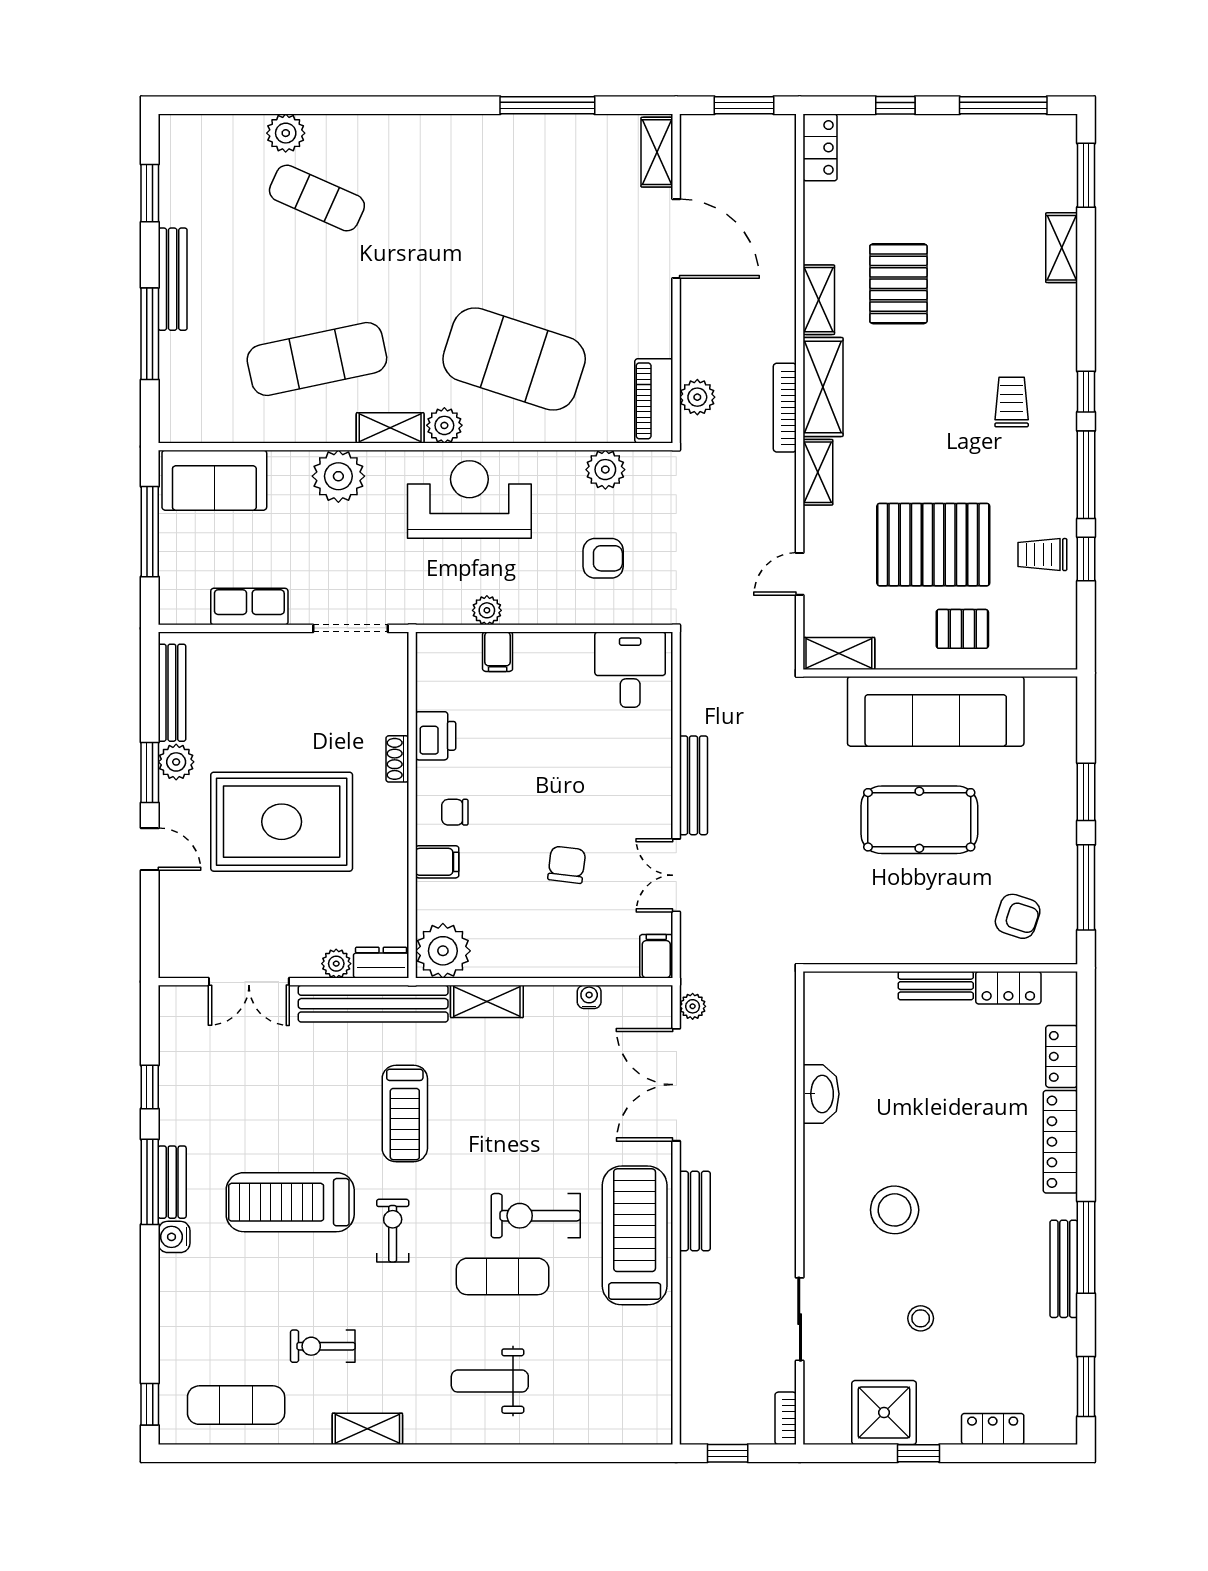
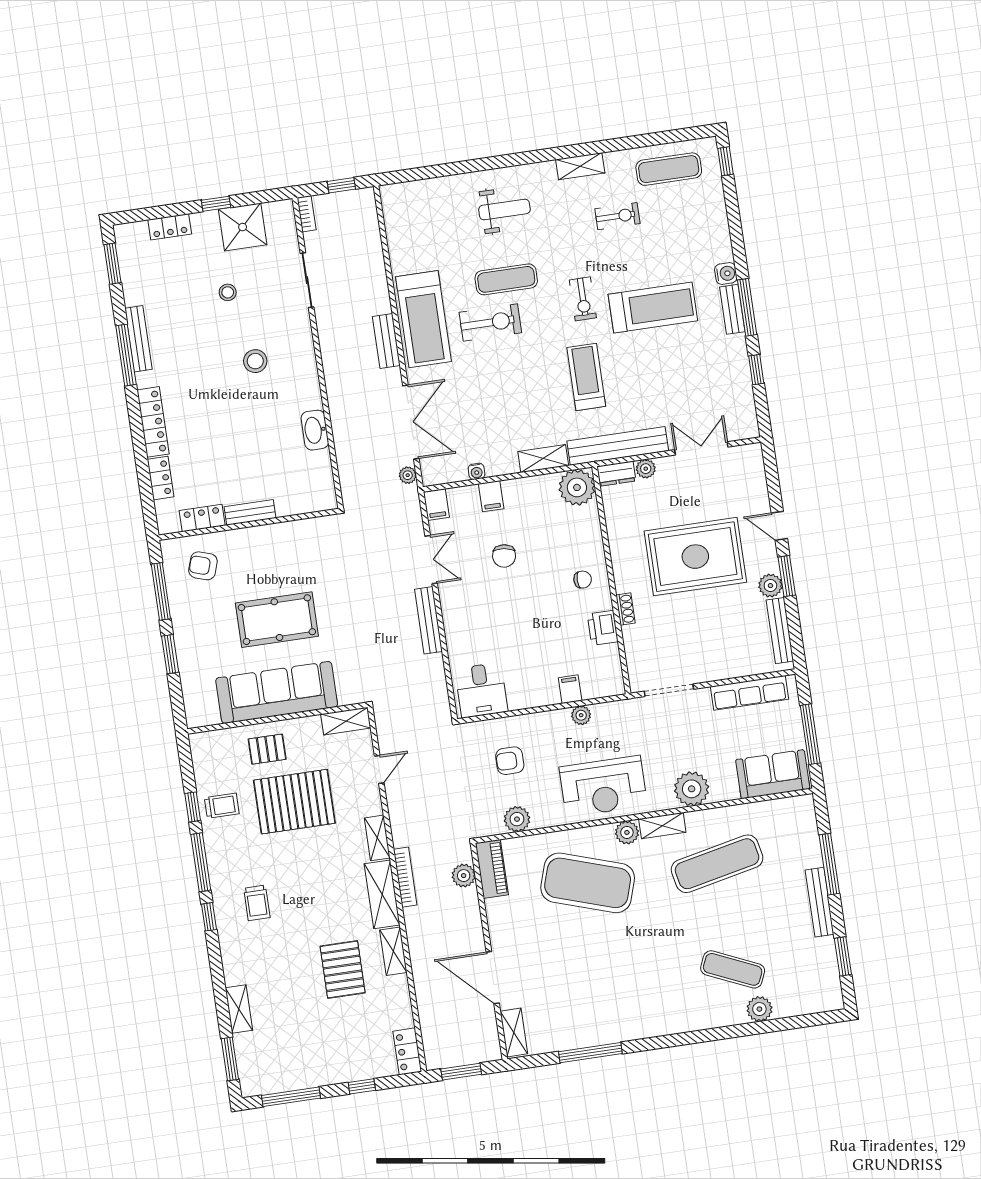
row of seats: (249, 607) -> (750, 693), width x1.48
filing cabinet: (437, 862) -> (491, 496), moved, turned -90
stool: (895, 1210) -> (255, 361), width x0.73, depth x0.73

